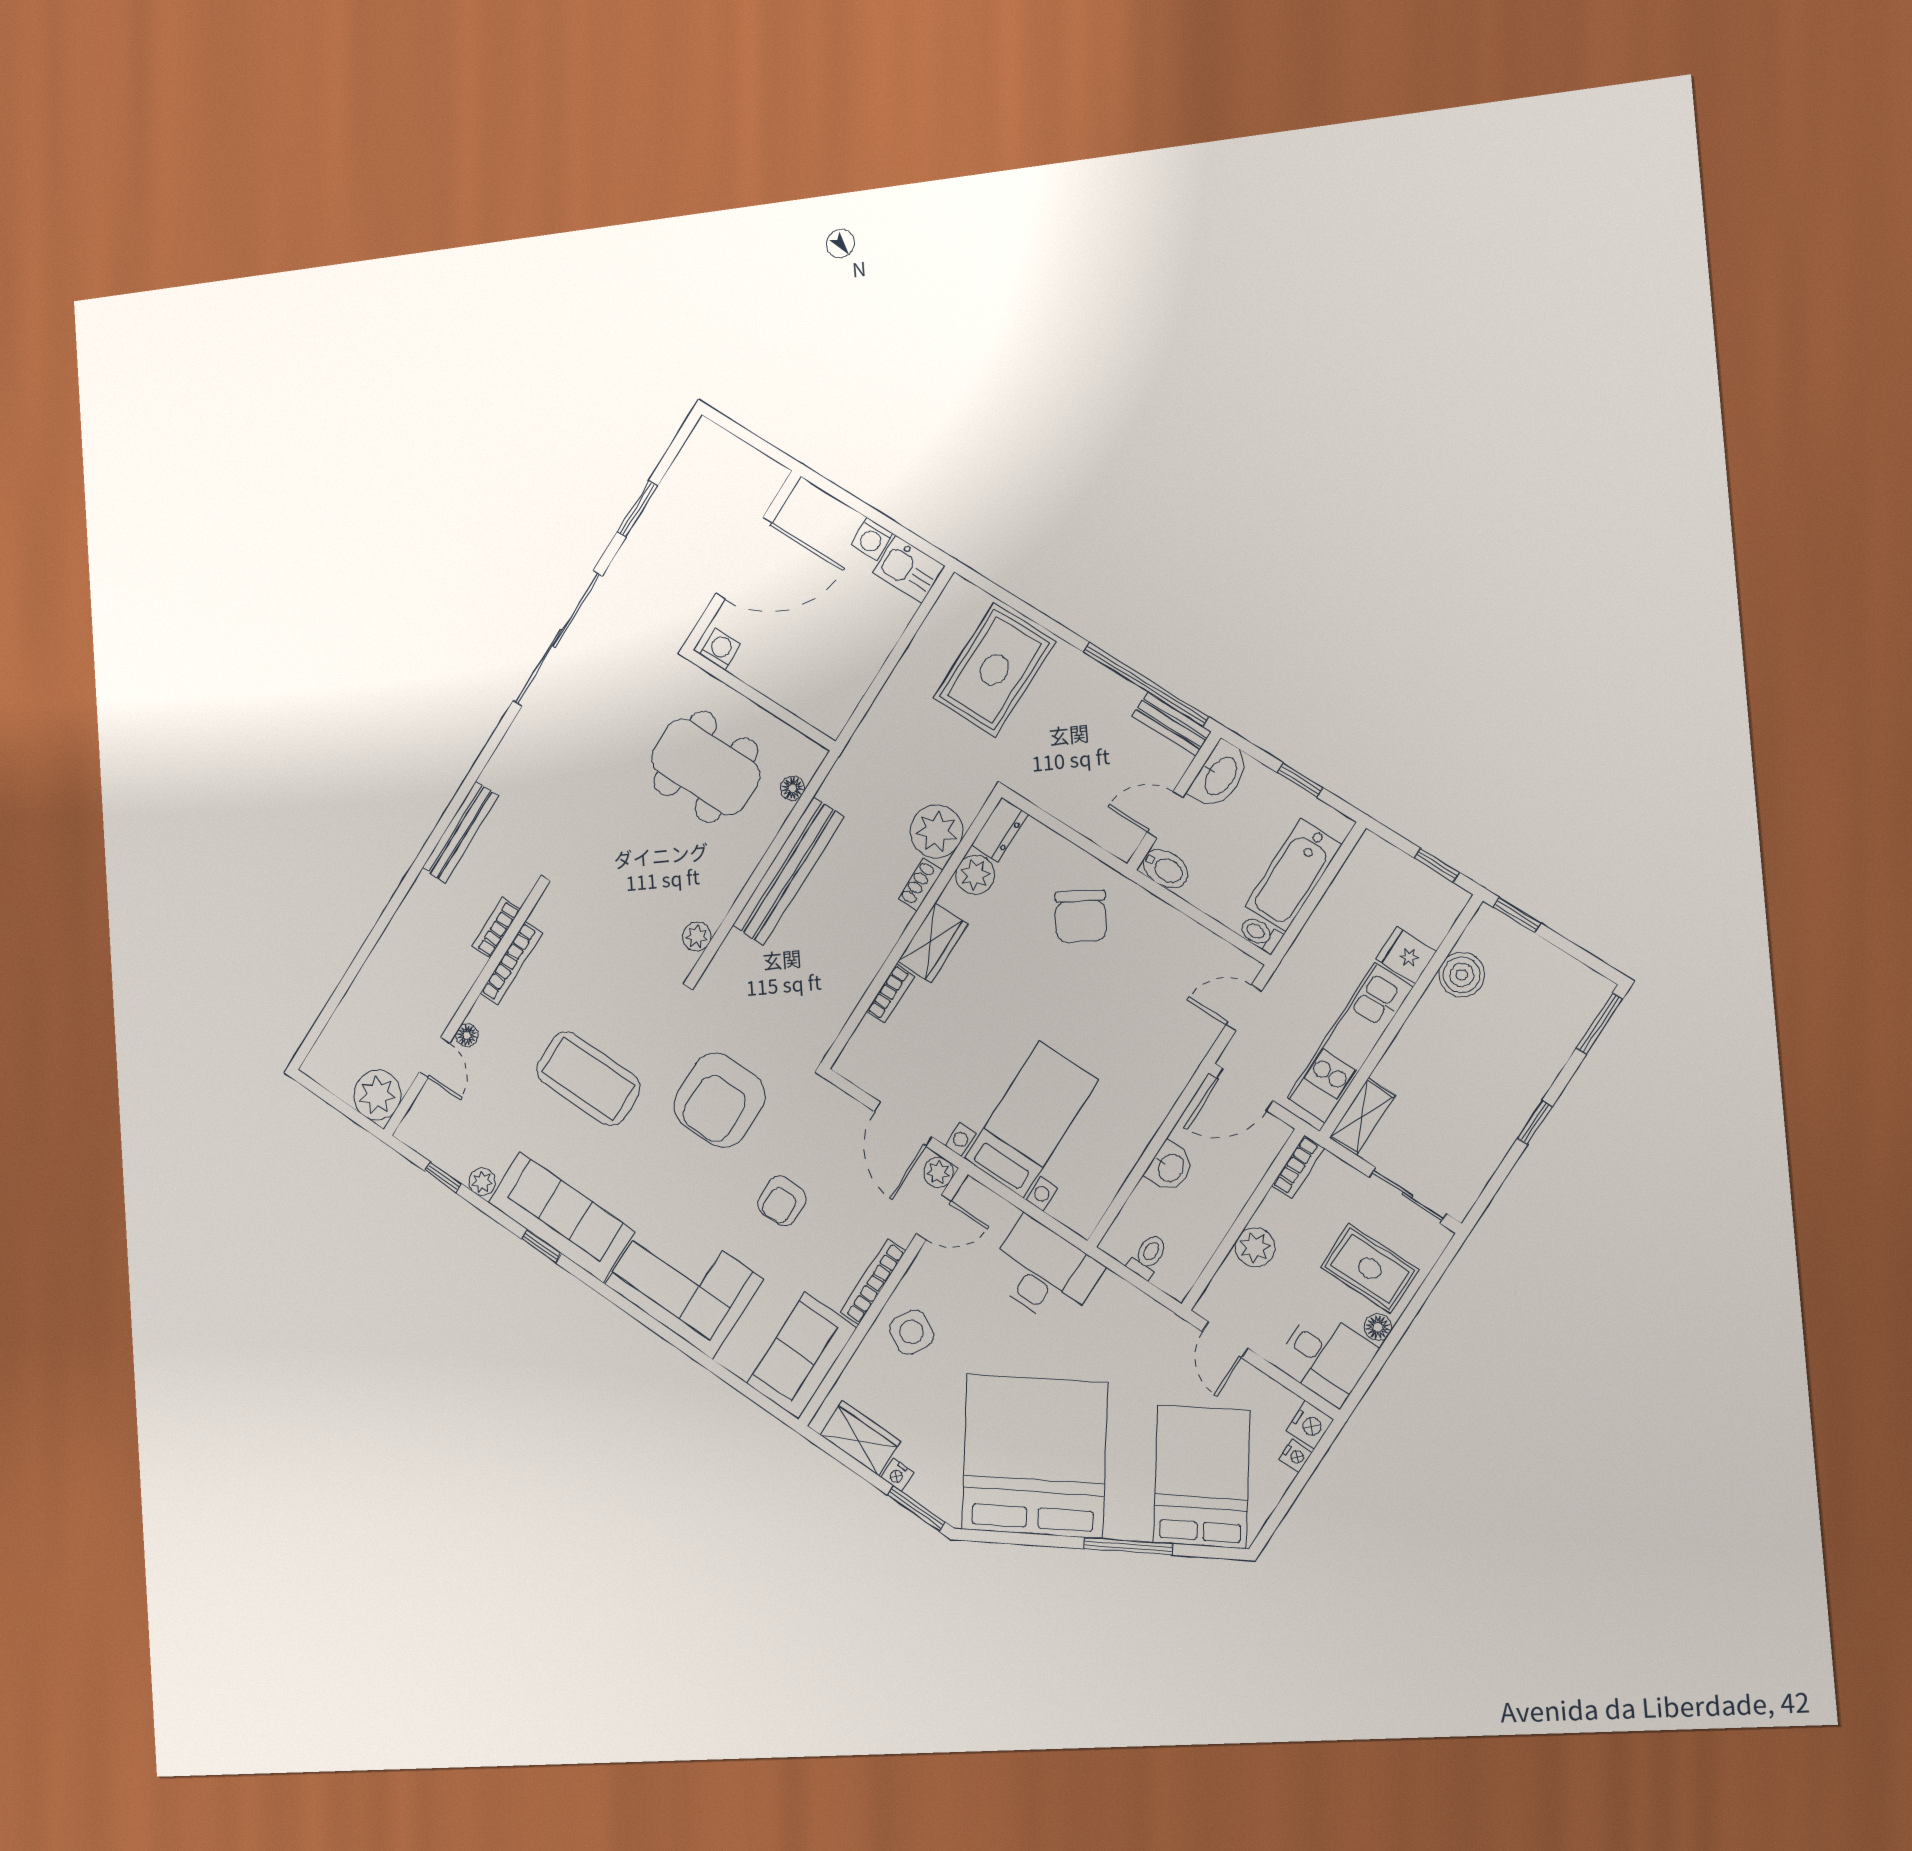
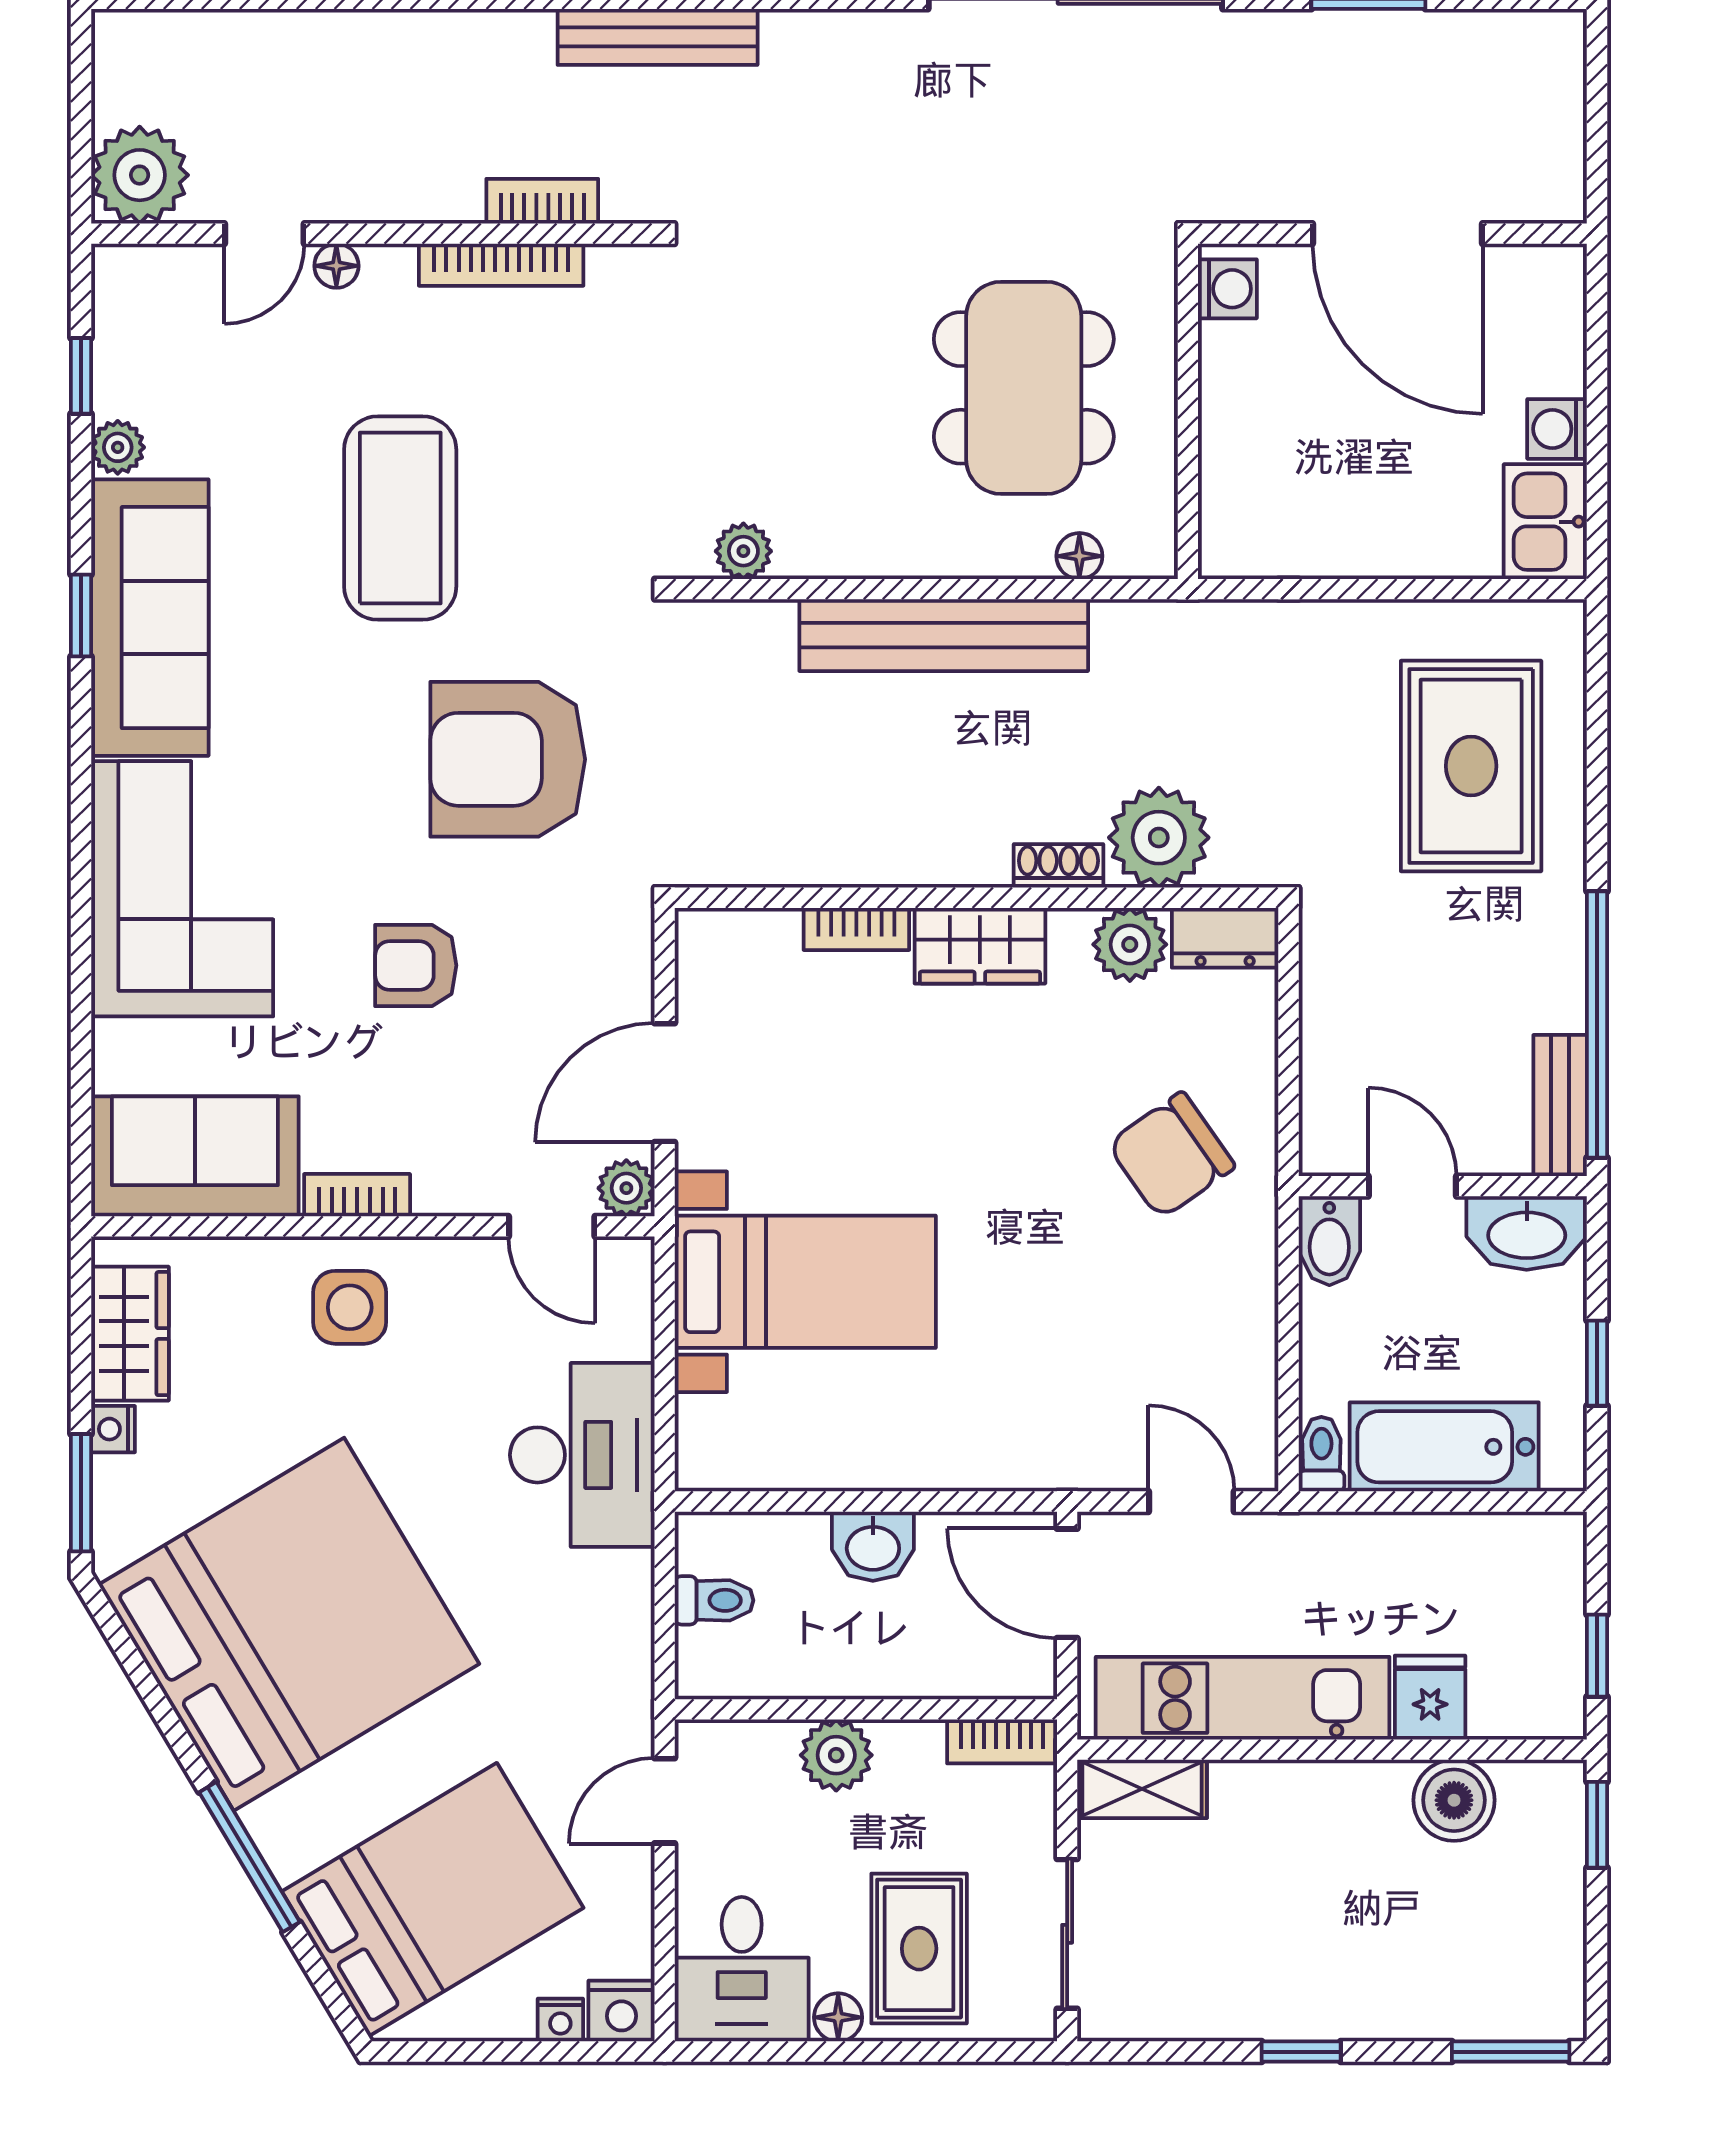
rug: (994, 670) -> (1471, 766), turned 90
bookcase: (873, 1282) -> (357, 1195), width x0.64
side table: (912, 1332) -> (350, 1307), turned -30

